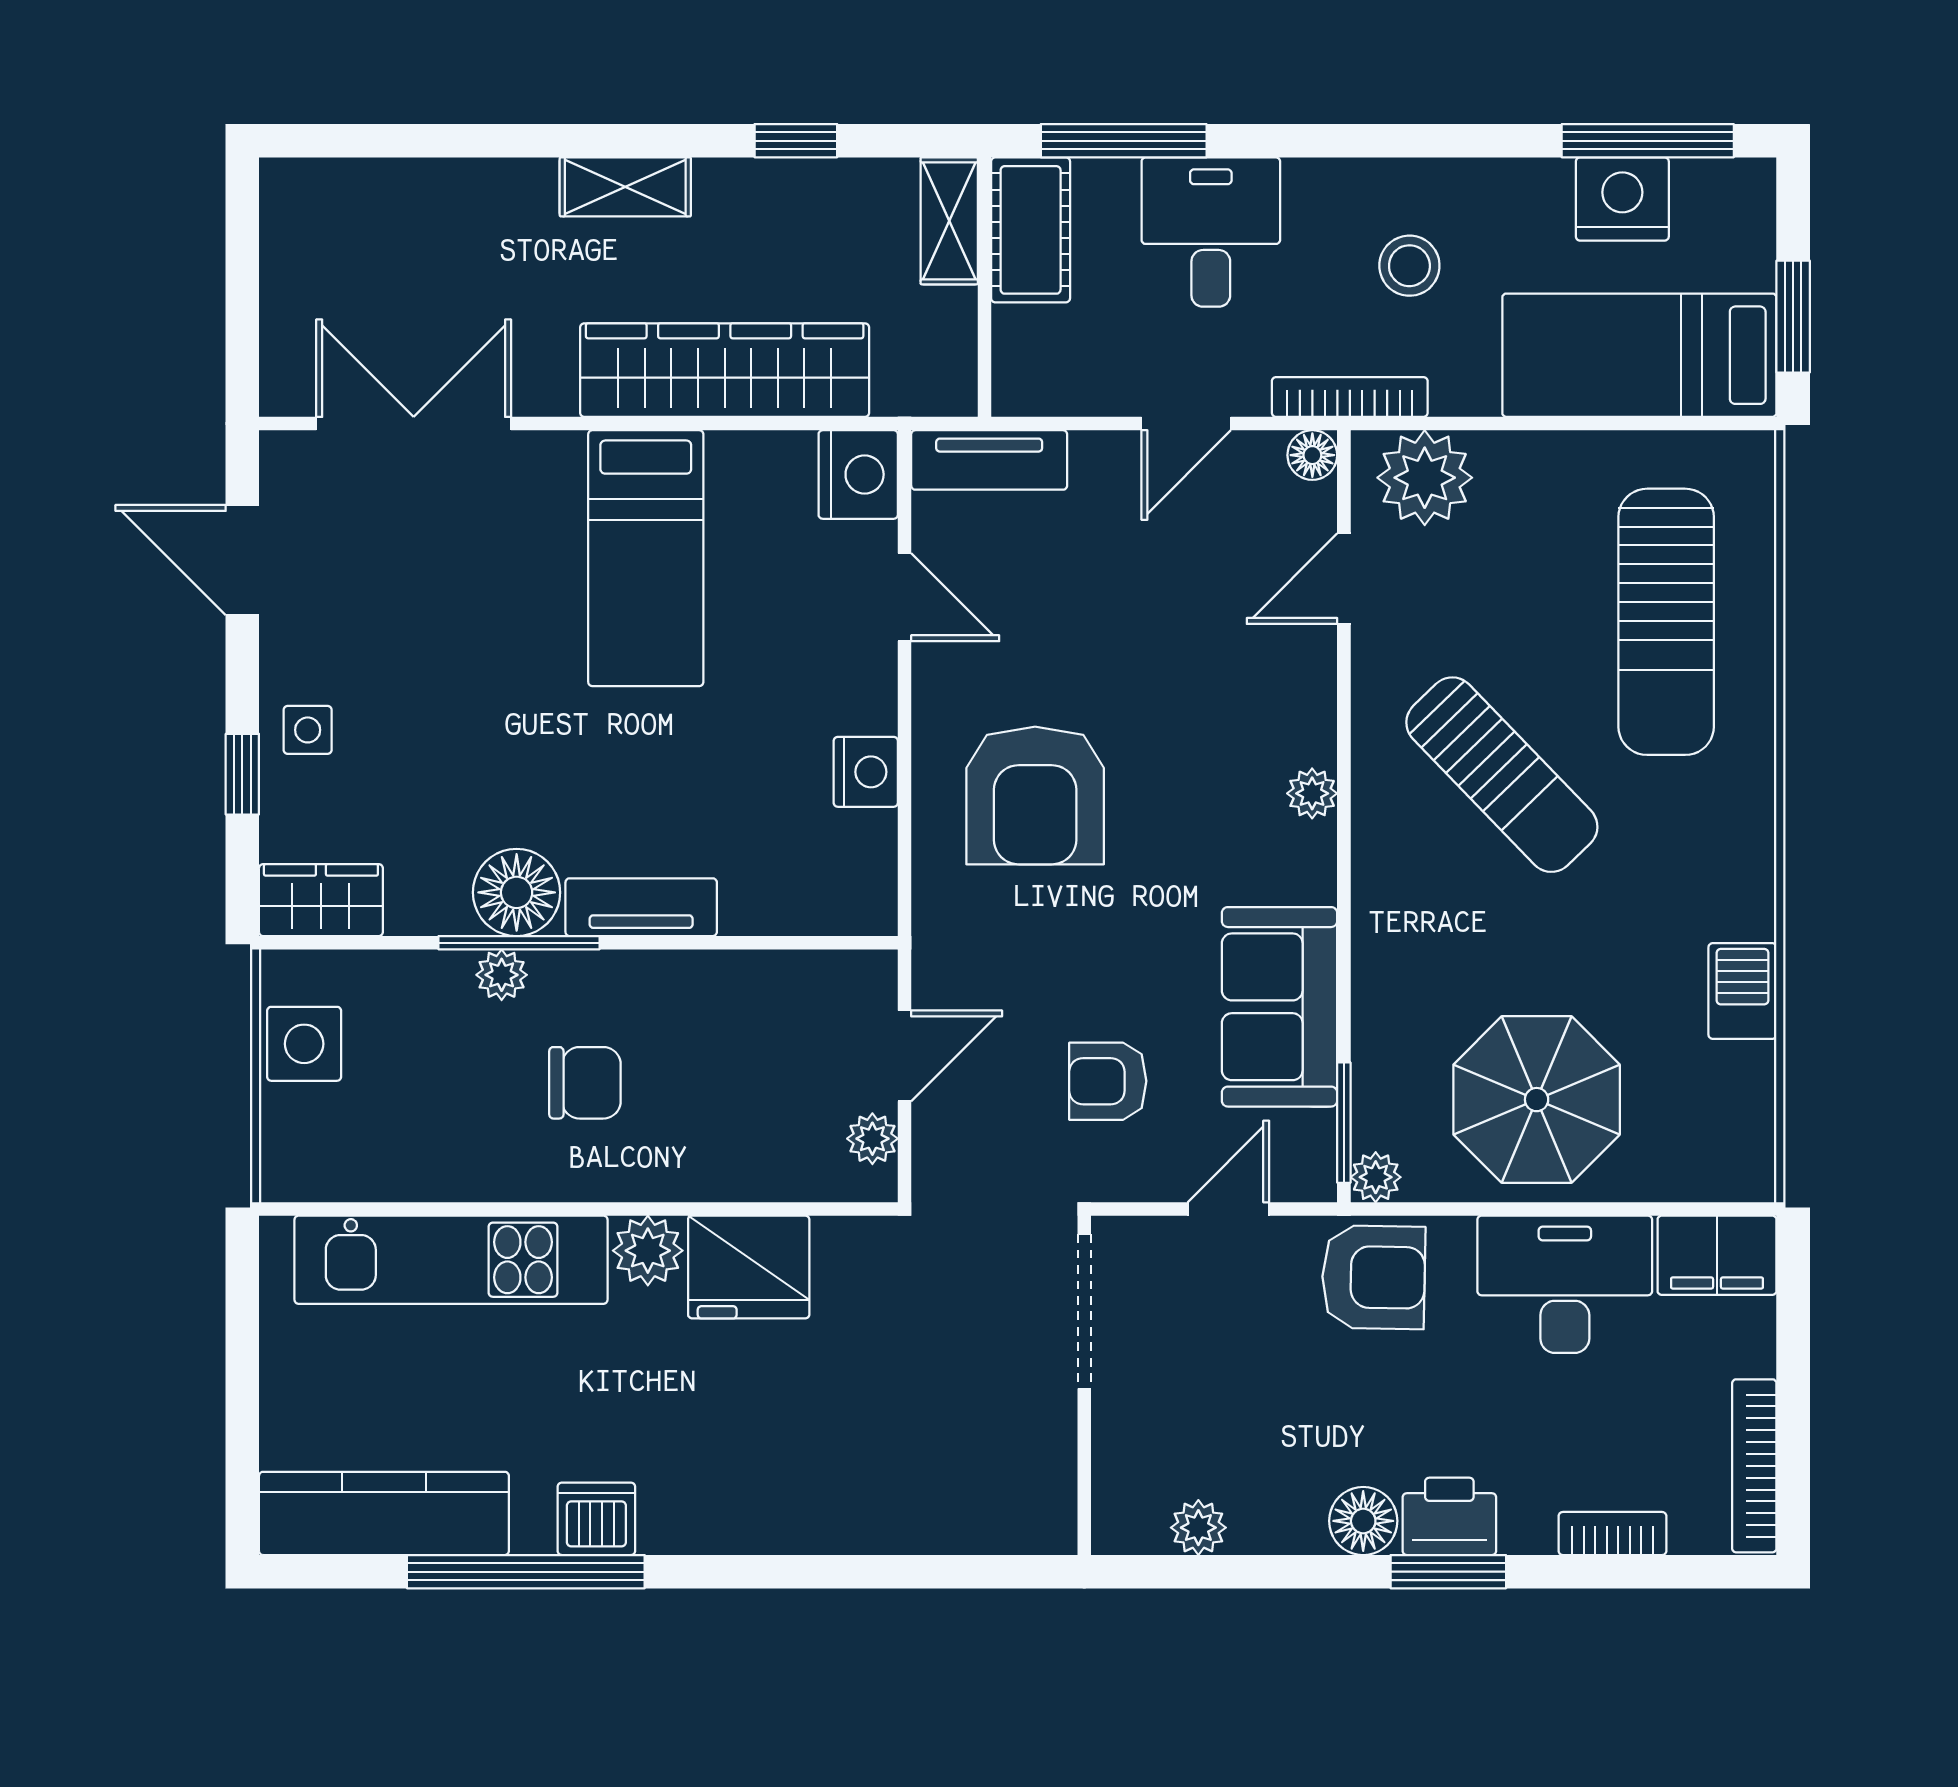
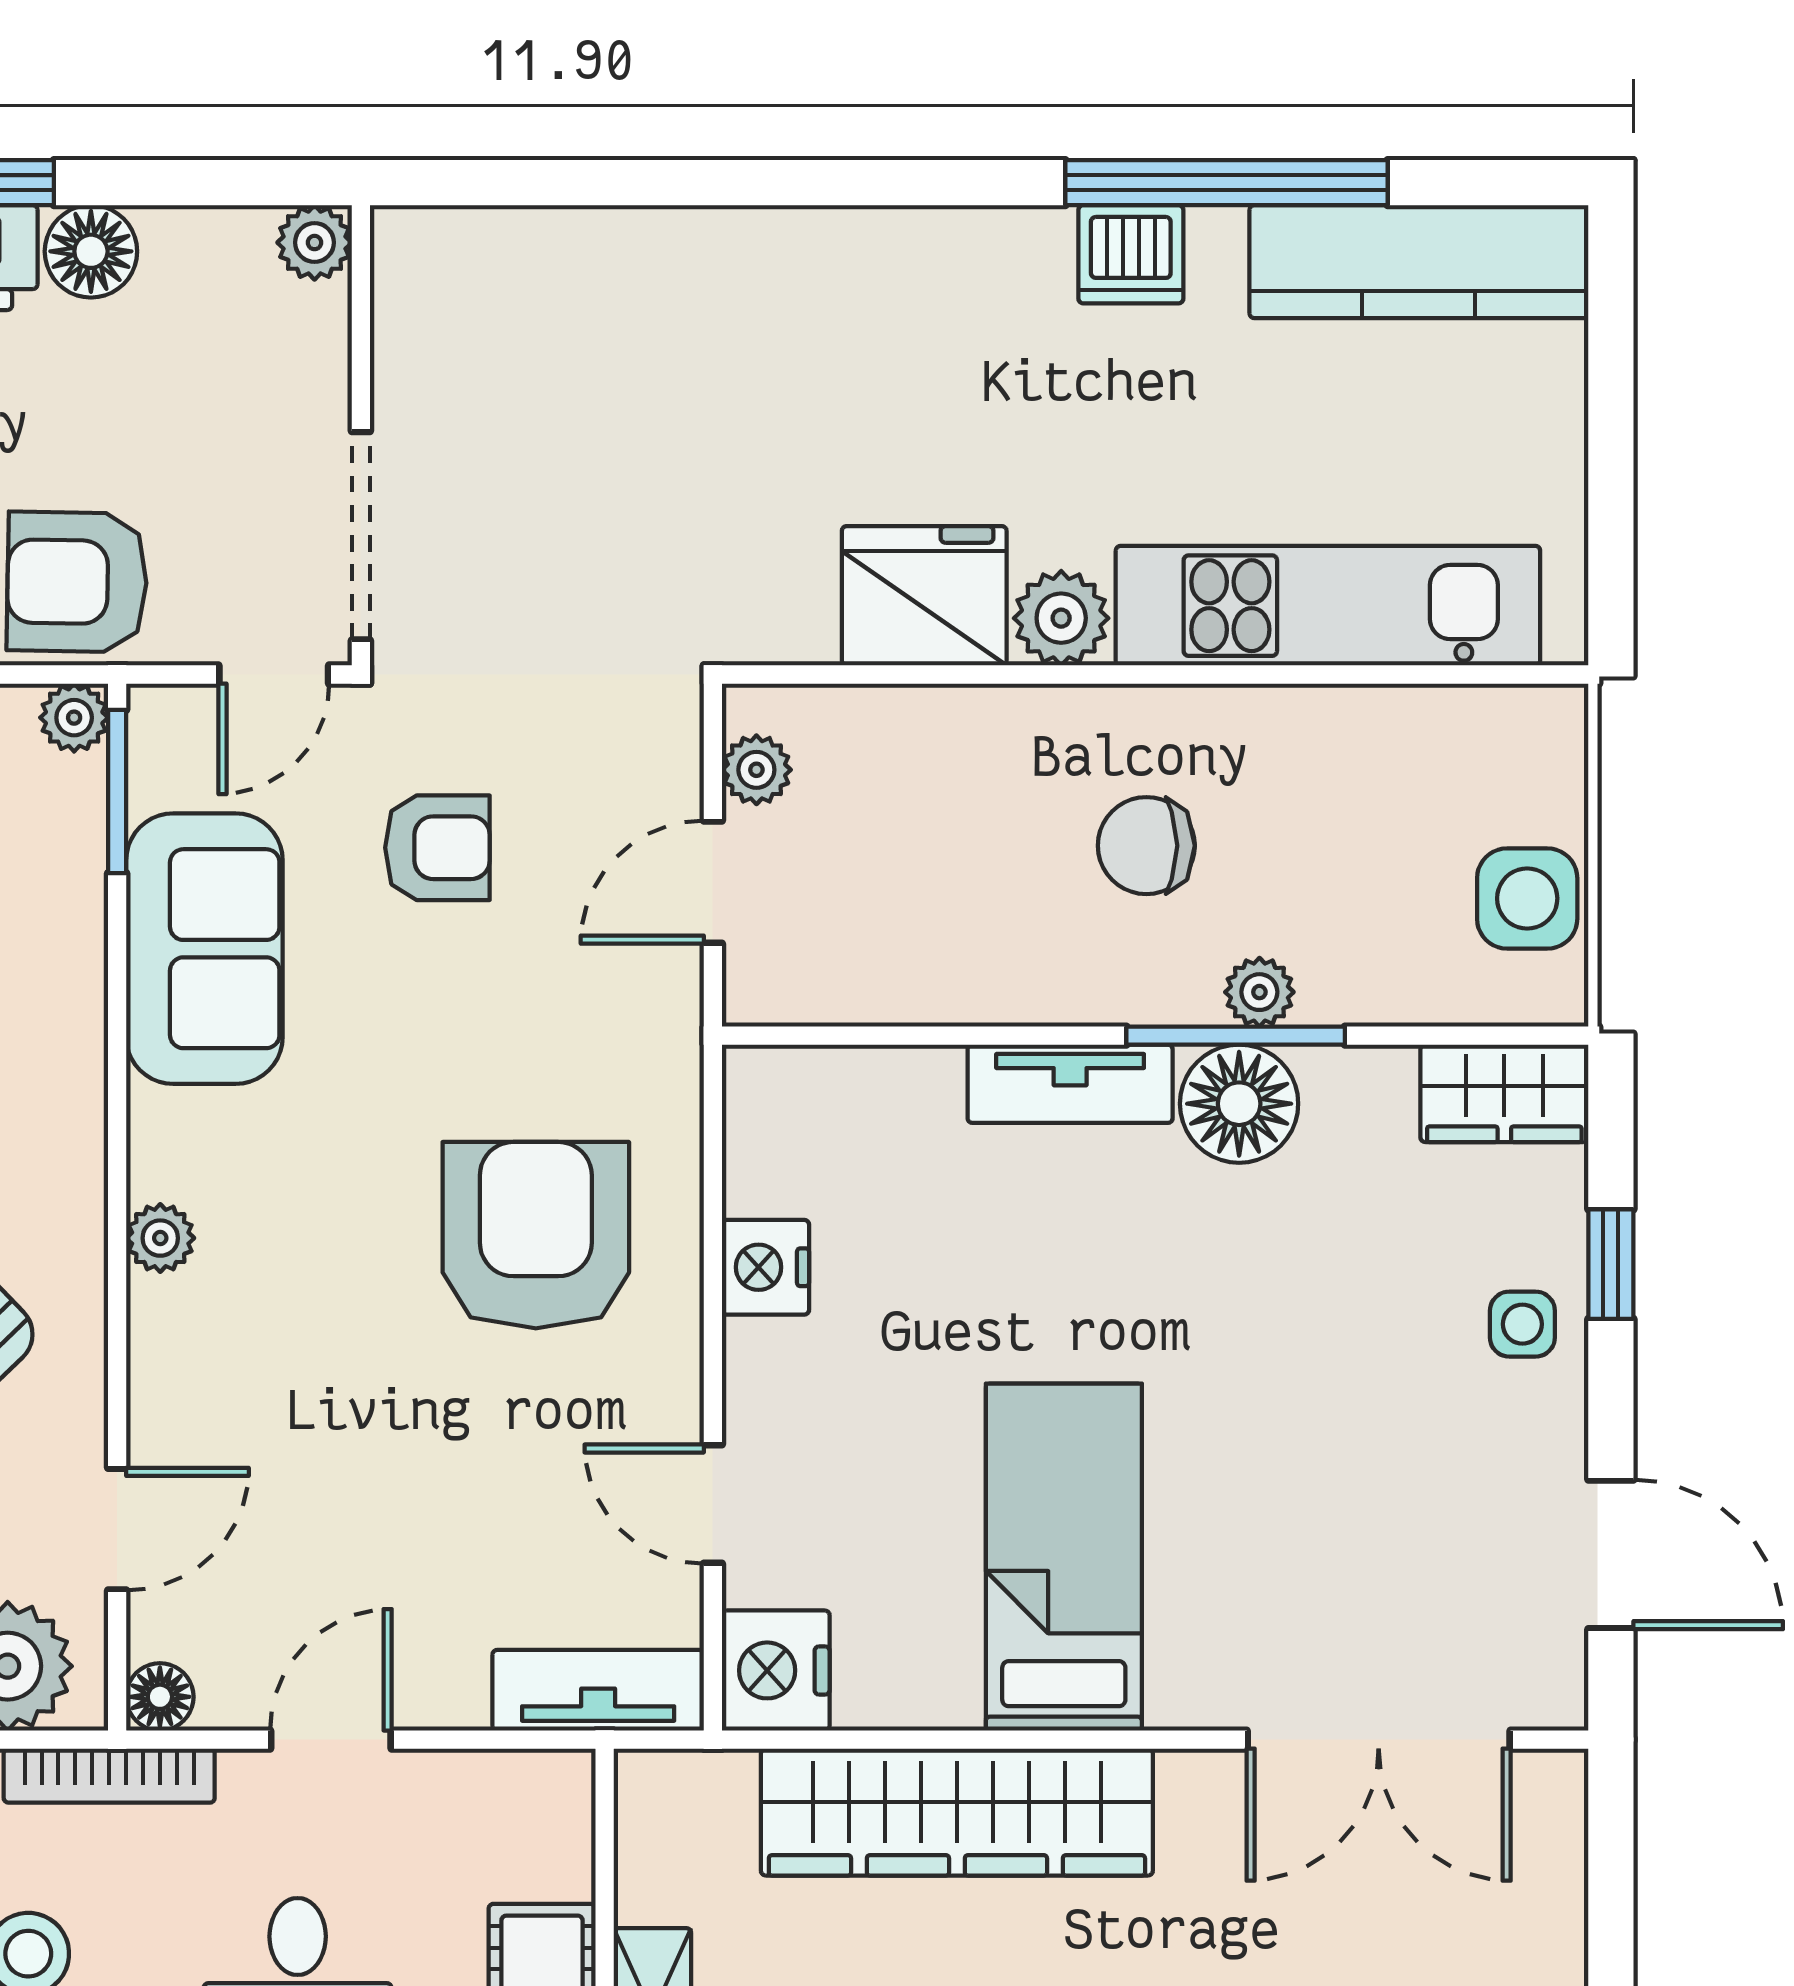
doorway: (1084, 1311) -> (361, 536), moved
wall: (1084, 1385) -> (361, 435), moved

